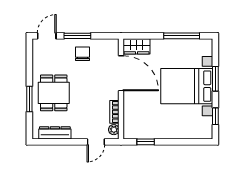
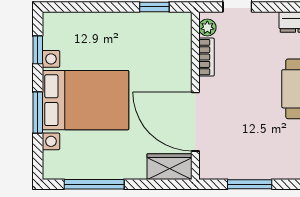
window: (77, 36) -> (250, 184), moved
chair: (83, 54) -> (260, 154), removed

